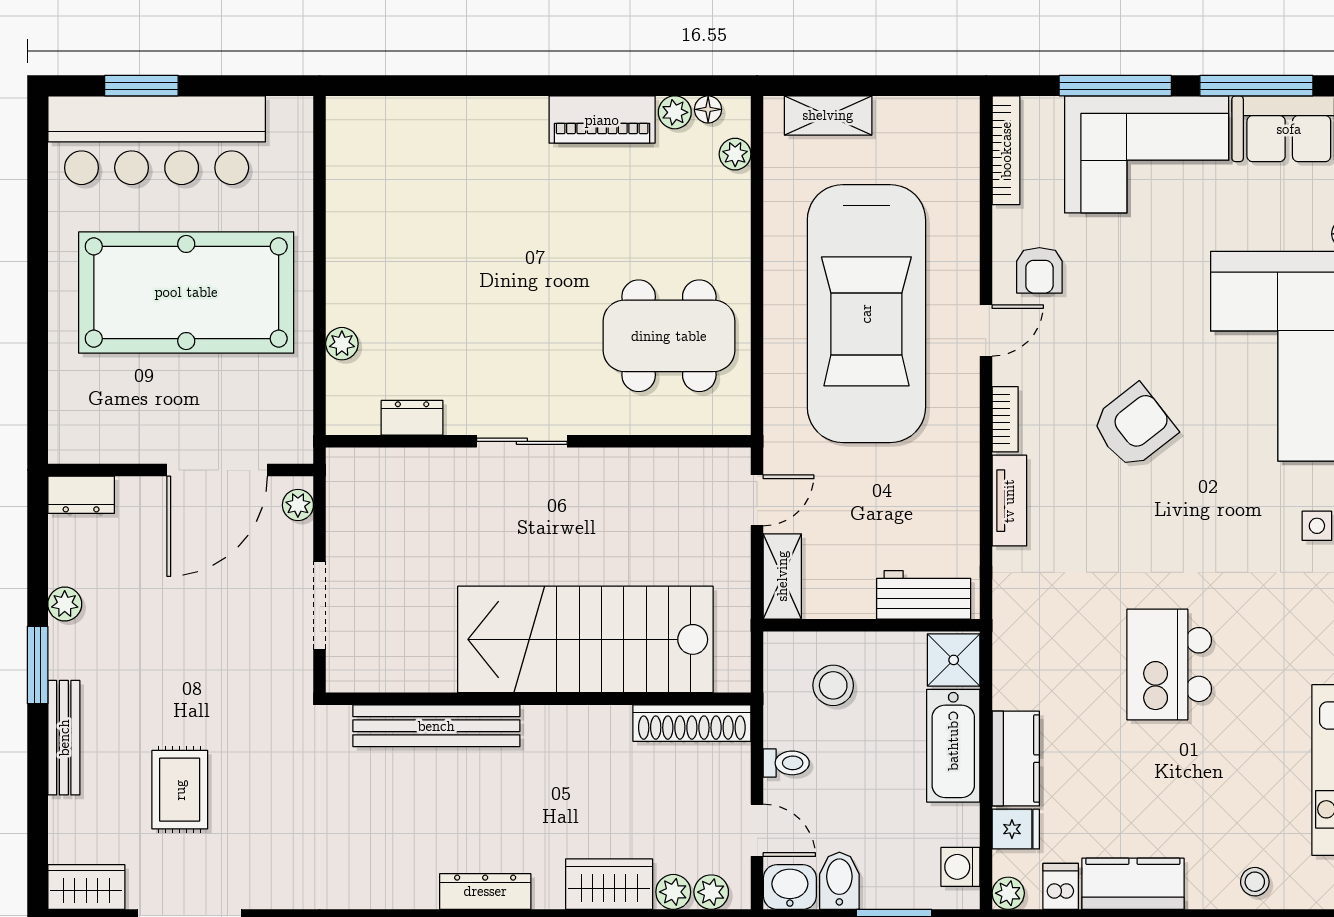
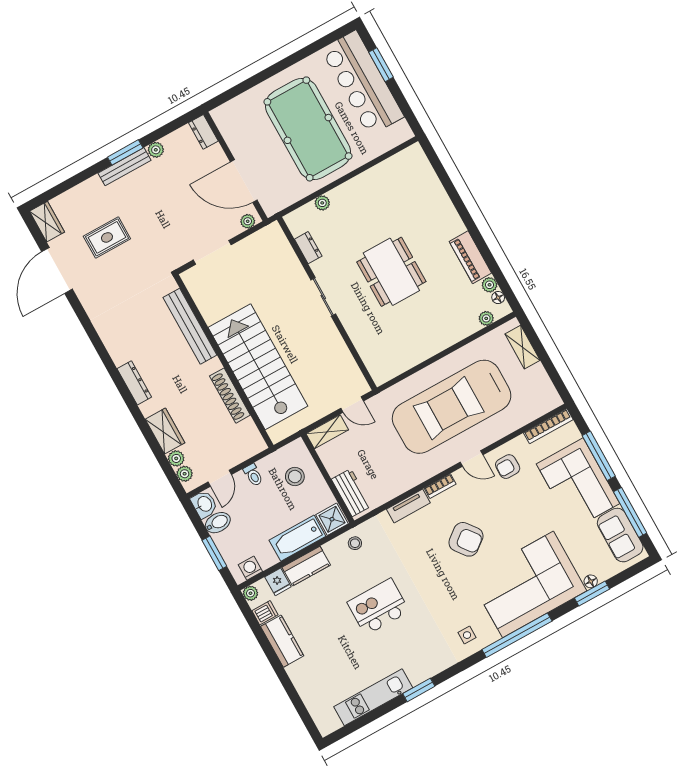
dining table: (669, 336) -> (391, 272), moved
shoe rack: (692, 723) -> (230, 396), moved
bench: (64, 738) -> (124, 167), moved
stool: (1255, 882) -> (355, 543), moved

